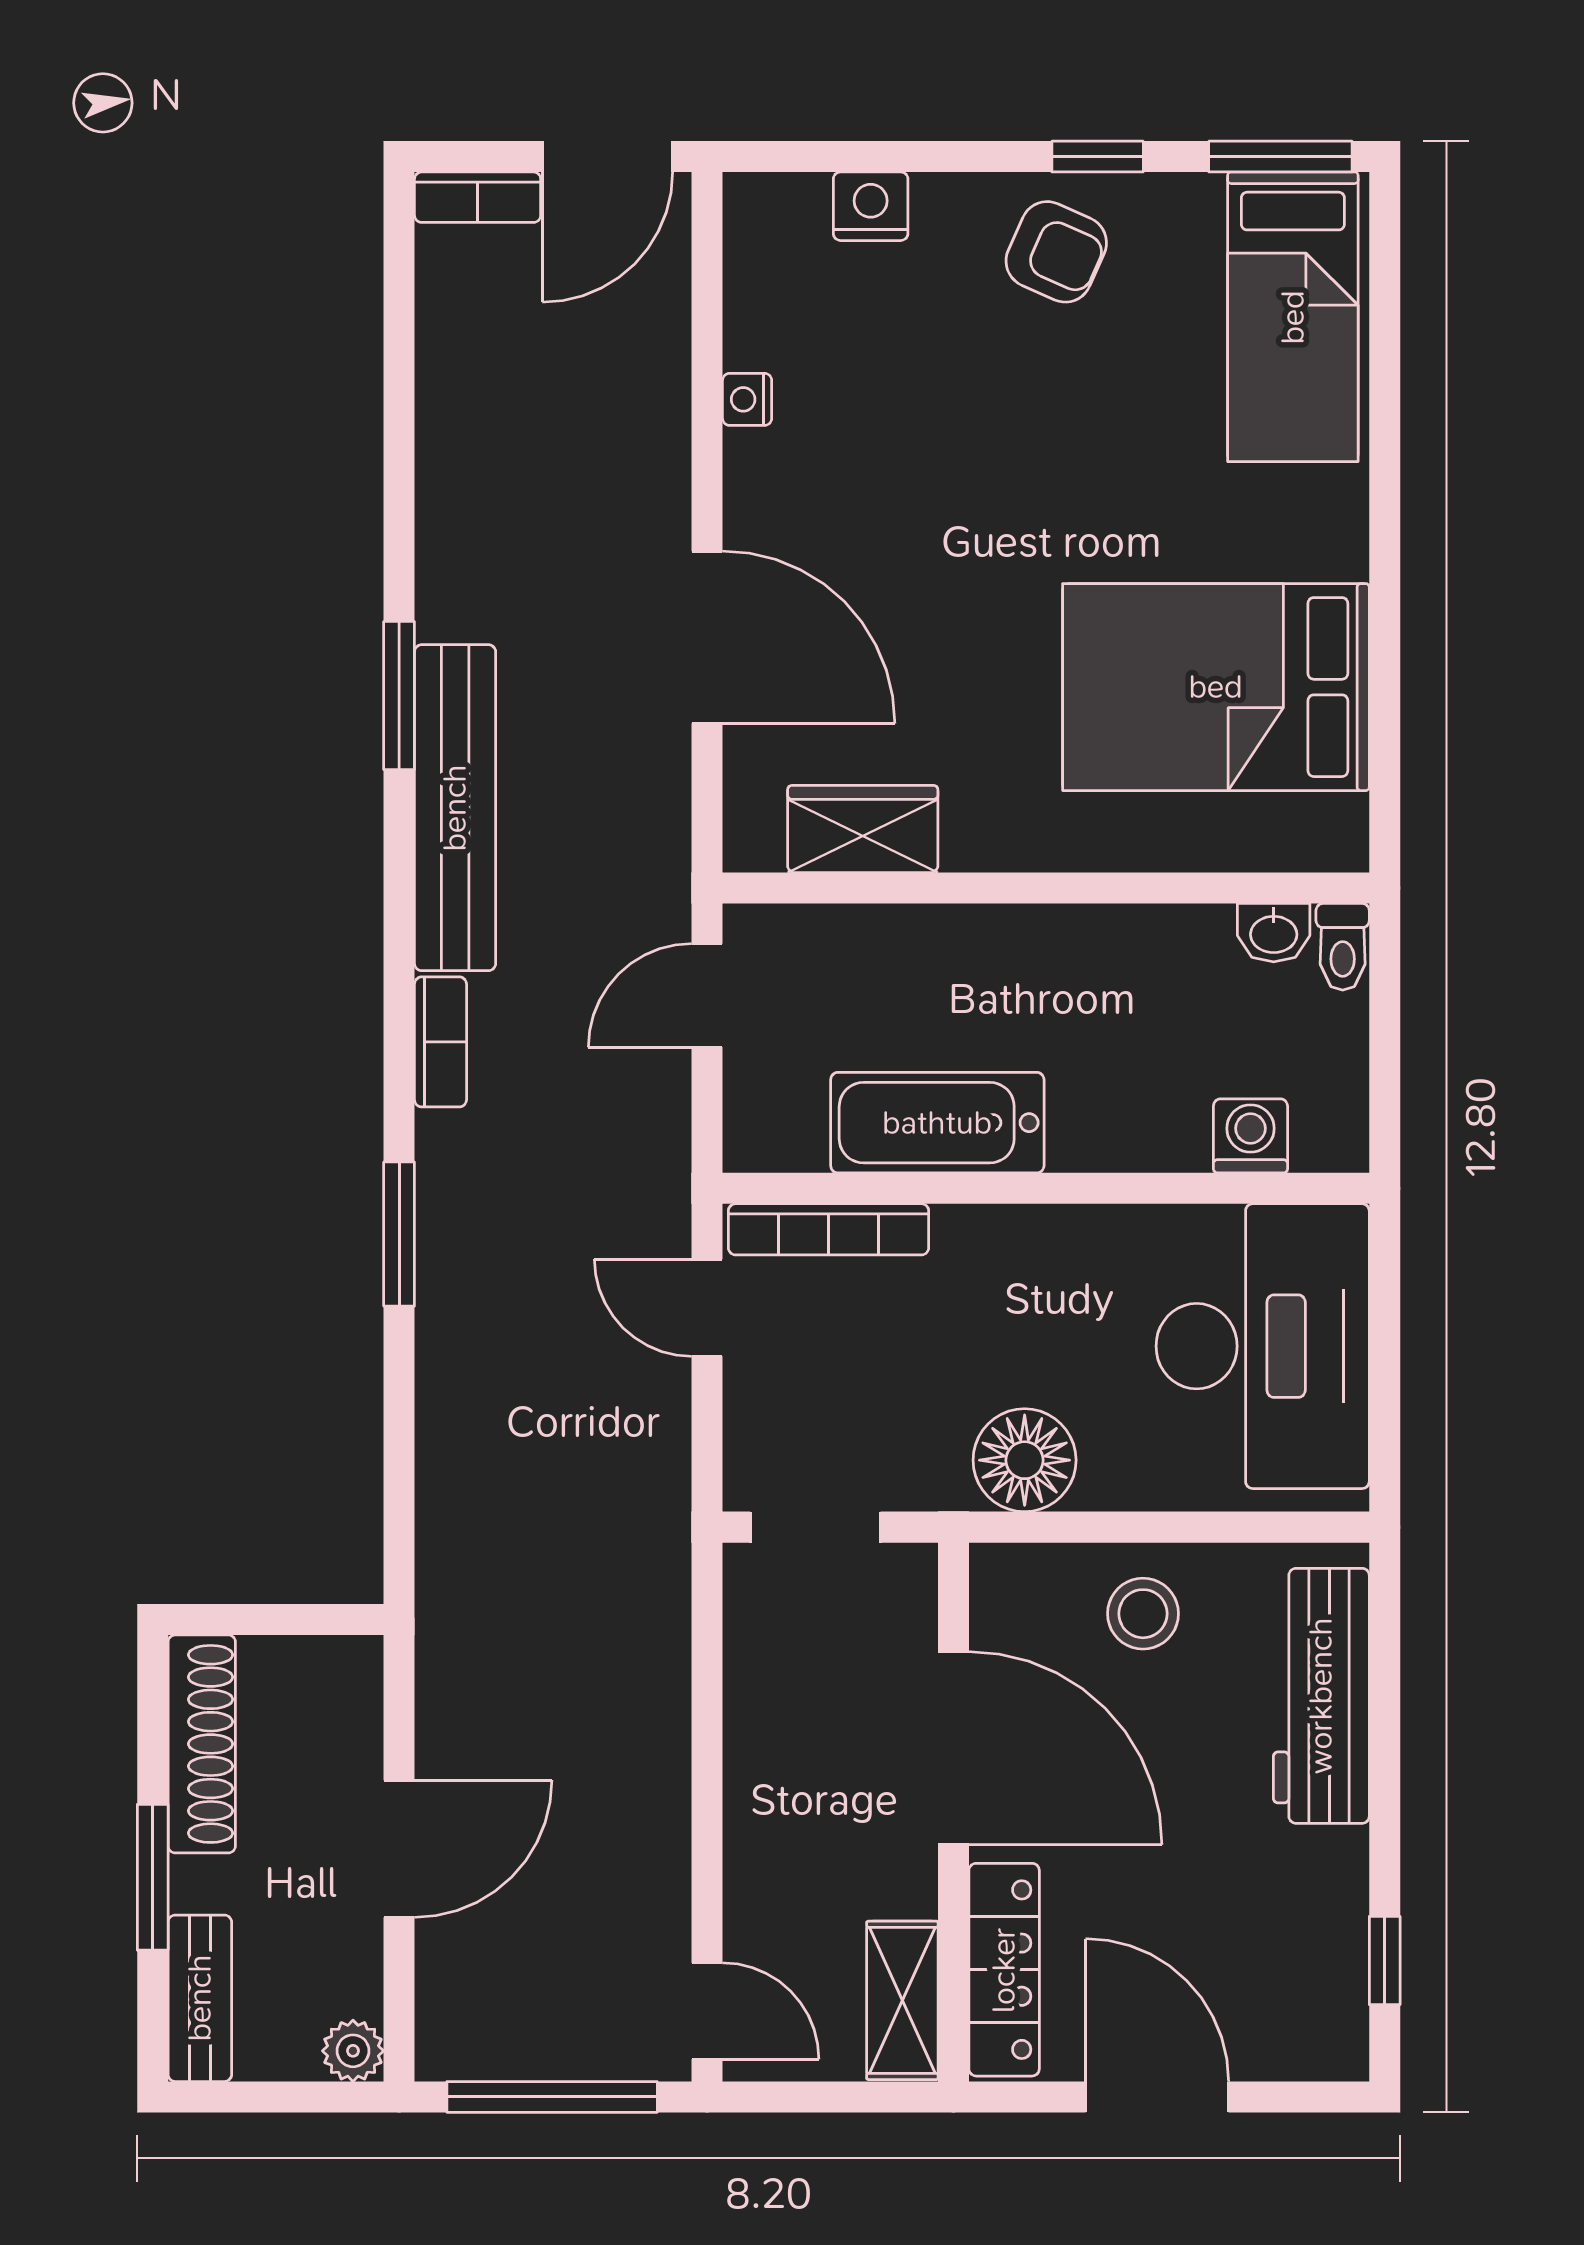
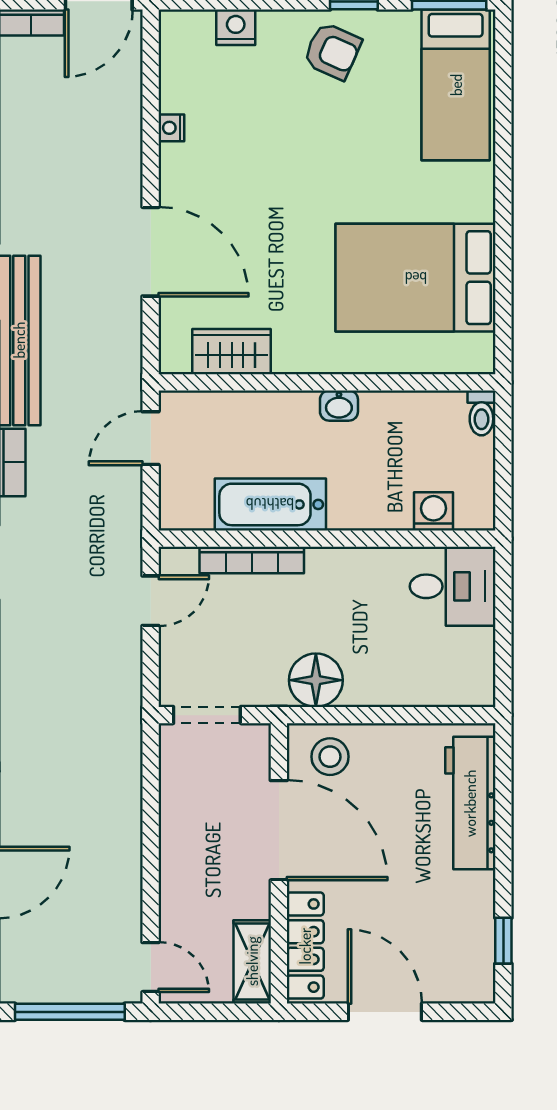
washbasin: (1274, 933) -> (339, 406), moved
bookcase: (829, 1229) -> (252, 560), moved
door: (707, 1308) -> (151, 601), swing flipped
desk: (1263, 1346) -> (453, 586), width x0.53, depth x0.77
stool: (1143, 1614) -> (330, 757), moved

